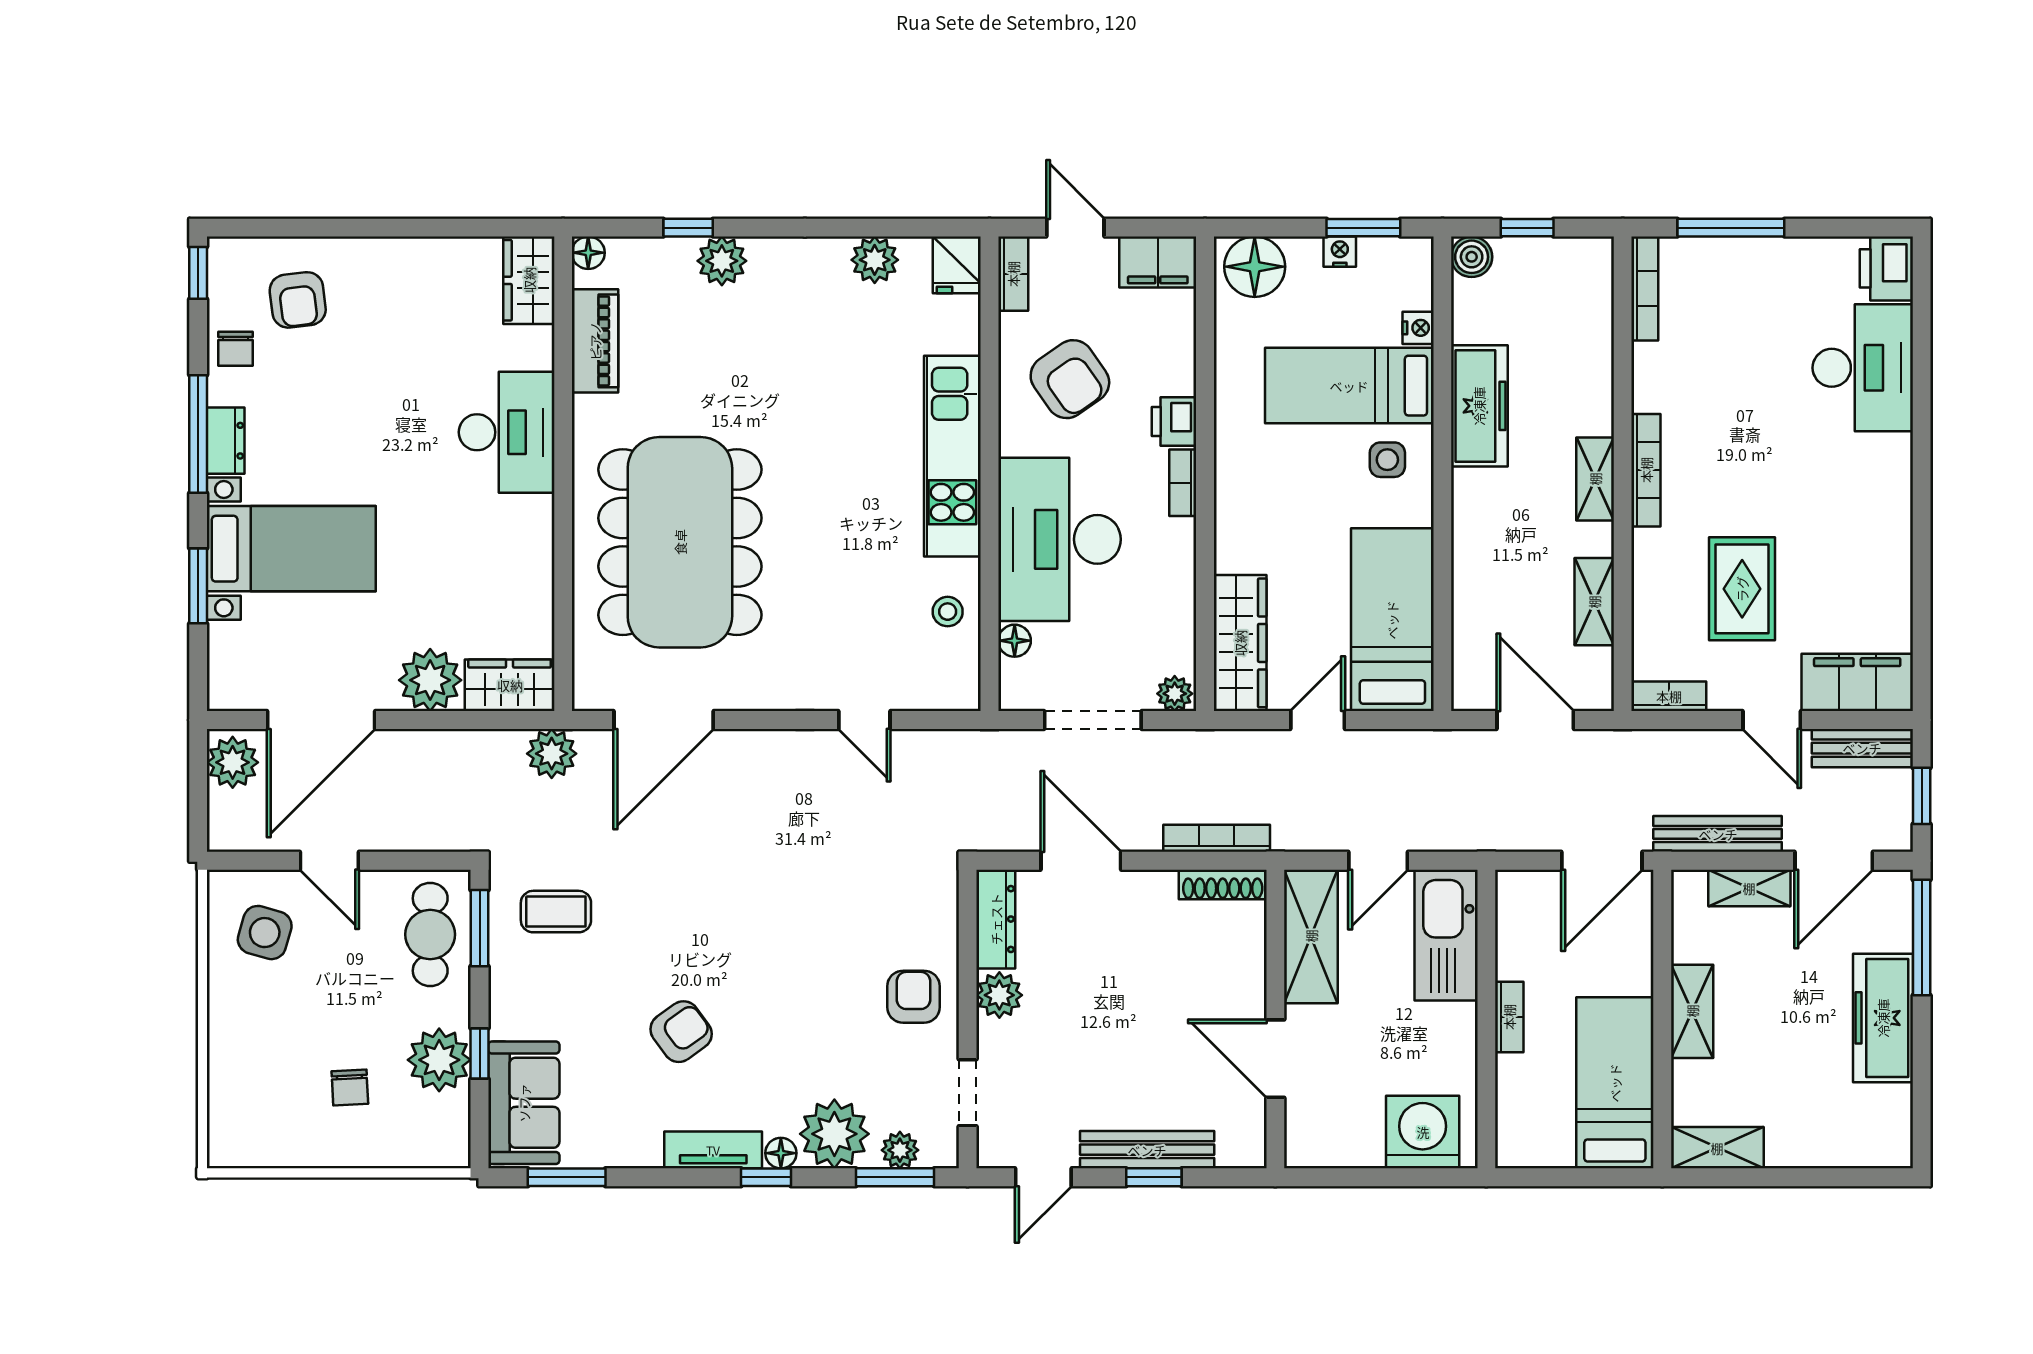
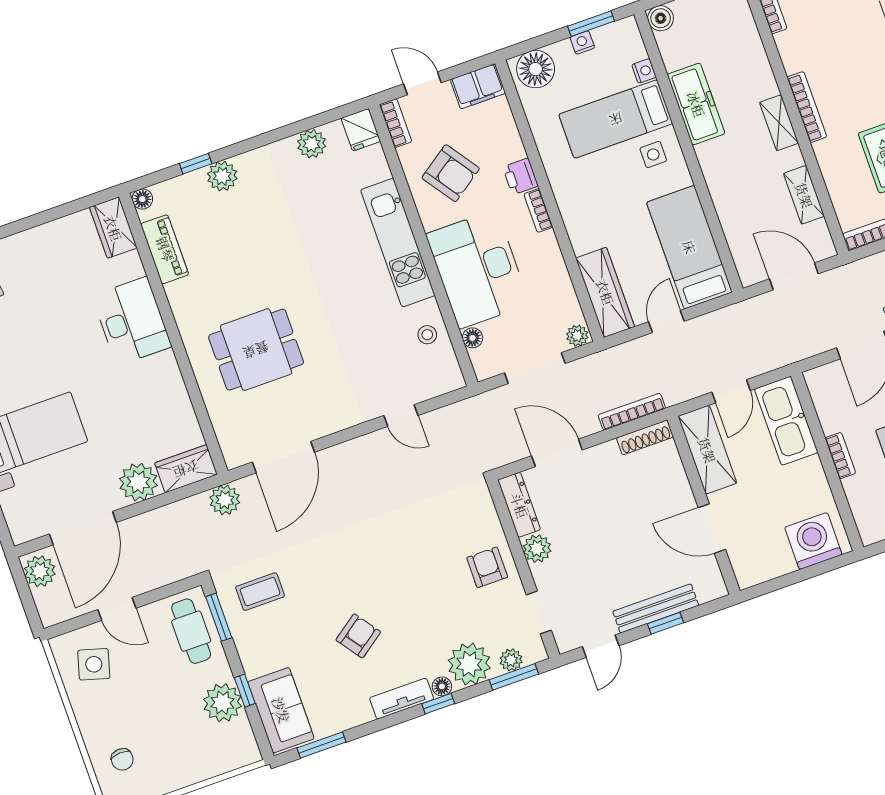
dining table: (680, 542) -> (256, 350), width x0.53, depth x0.80
chair: (350, 1087) -> (122, 759), moved

